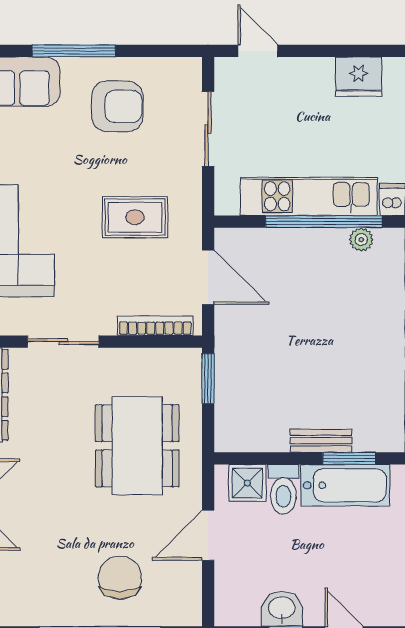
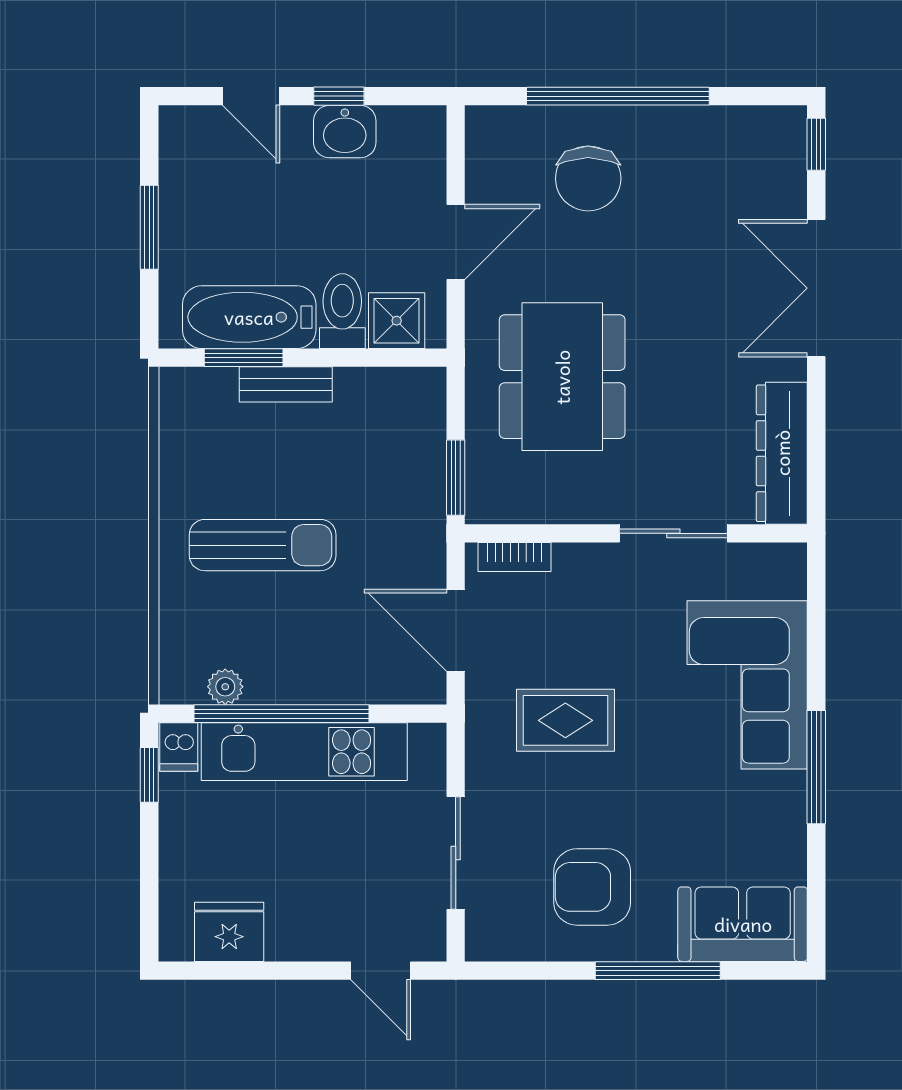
bookcase: (155, 326) -> (514, 557), width x0.64
sun lounger: (336, 334) -> (263, 545), added

